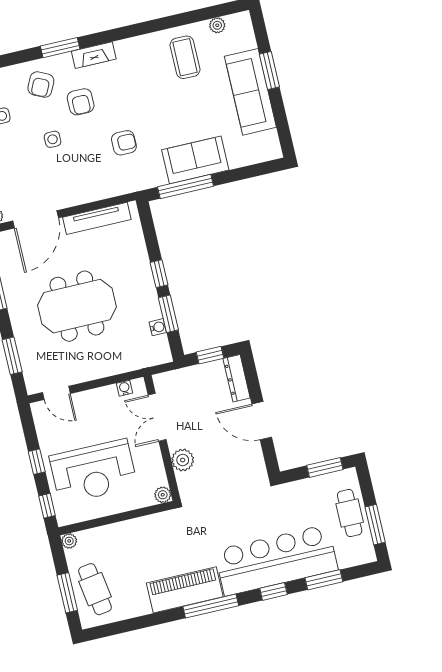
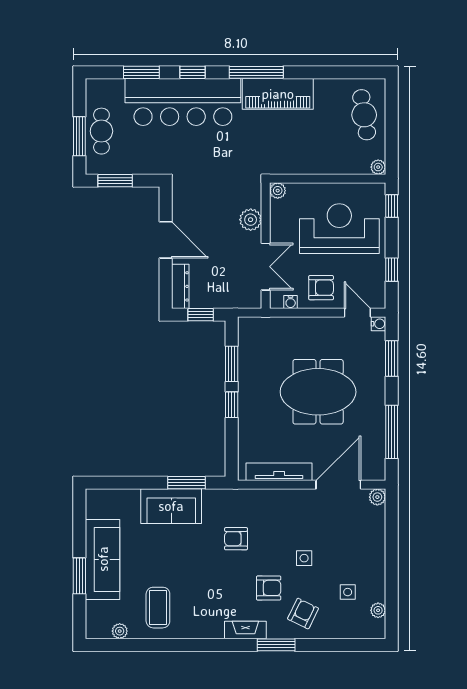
armchair: (81, 102) -> (269, 588), turned 90
window: (186, 187) -> (186, 483), width x0.69
water cooler: (158, 327) -> (379, 324), moved, turned 180
armchair: (98, 409) -> (321, 288), added
window: (37, 462) -> (392, 270), moved
window: (375, 525) -> (79, 136), moved
window: (67, 593) -> (392, 118), removed

